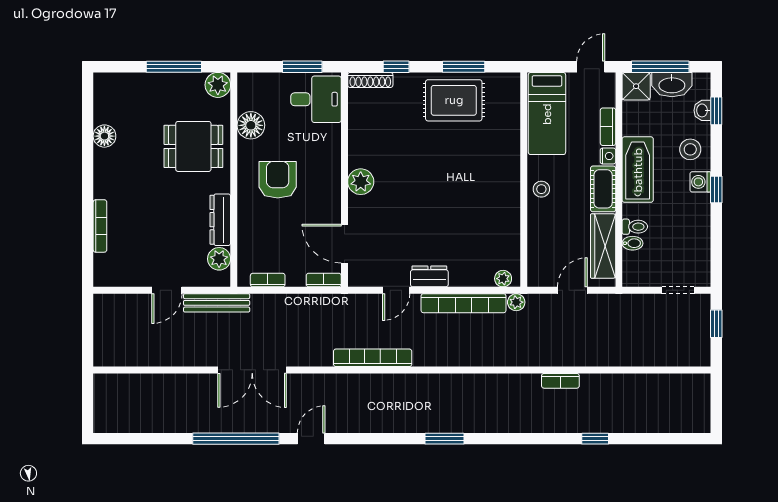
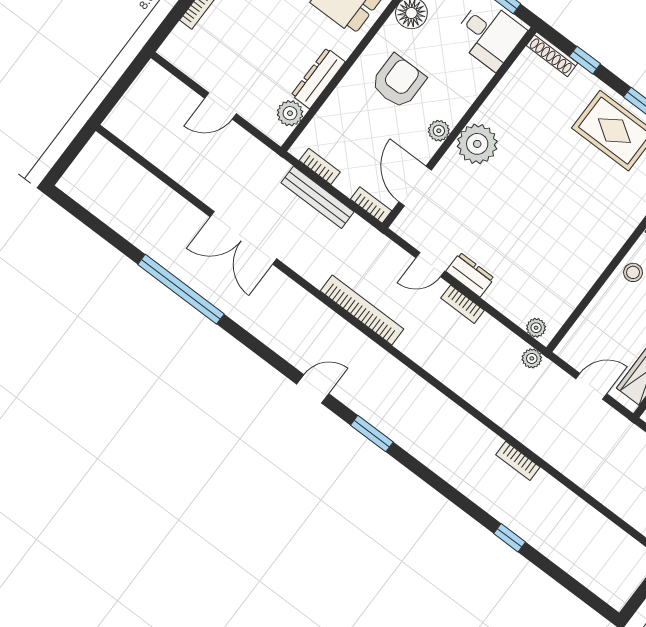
plant: (361, 182) -> (477, 144), width x1.36, depth x1.36
plant: (332, 193) -> (439, 131), added
bench: (217, 303) -> (317, 197), moved
bookcase: (464, 303) -> (462, 304), width x0.43, depth x0.76
door: (311, 439) -> (313, 389), moved

